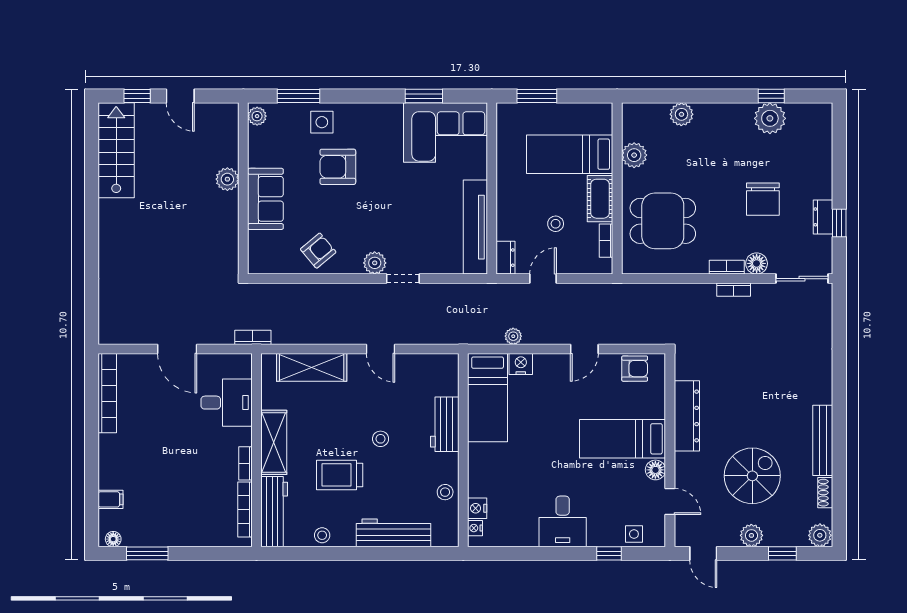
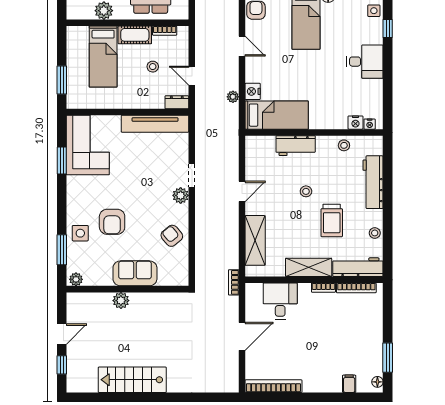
stairs: (116, 150) -> (132, 380), moved

